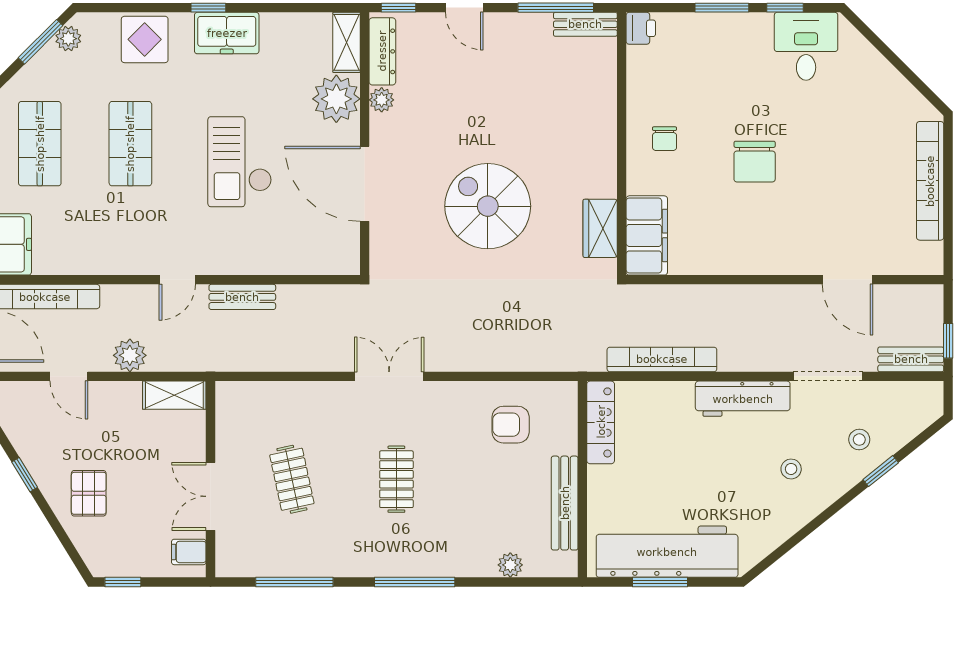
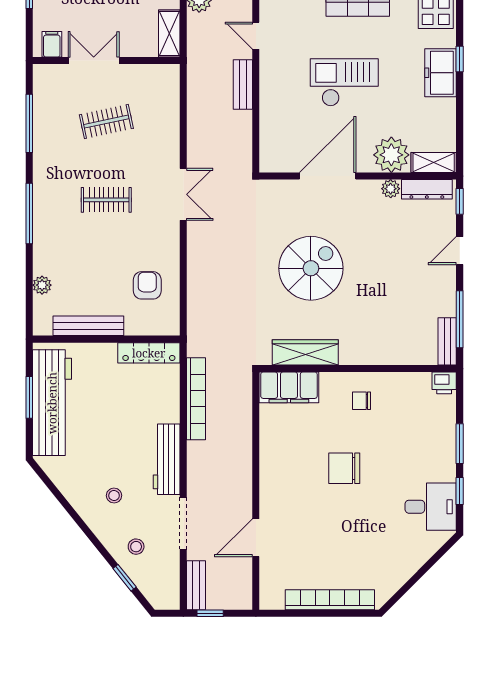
wardrobe: (600, 228) -> (305, 352), width x1.50
window: (881, 471) -> (125, 578), moved

